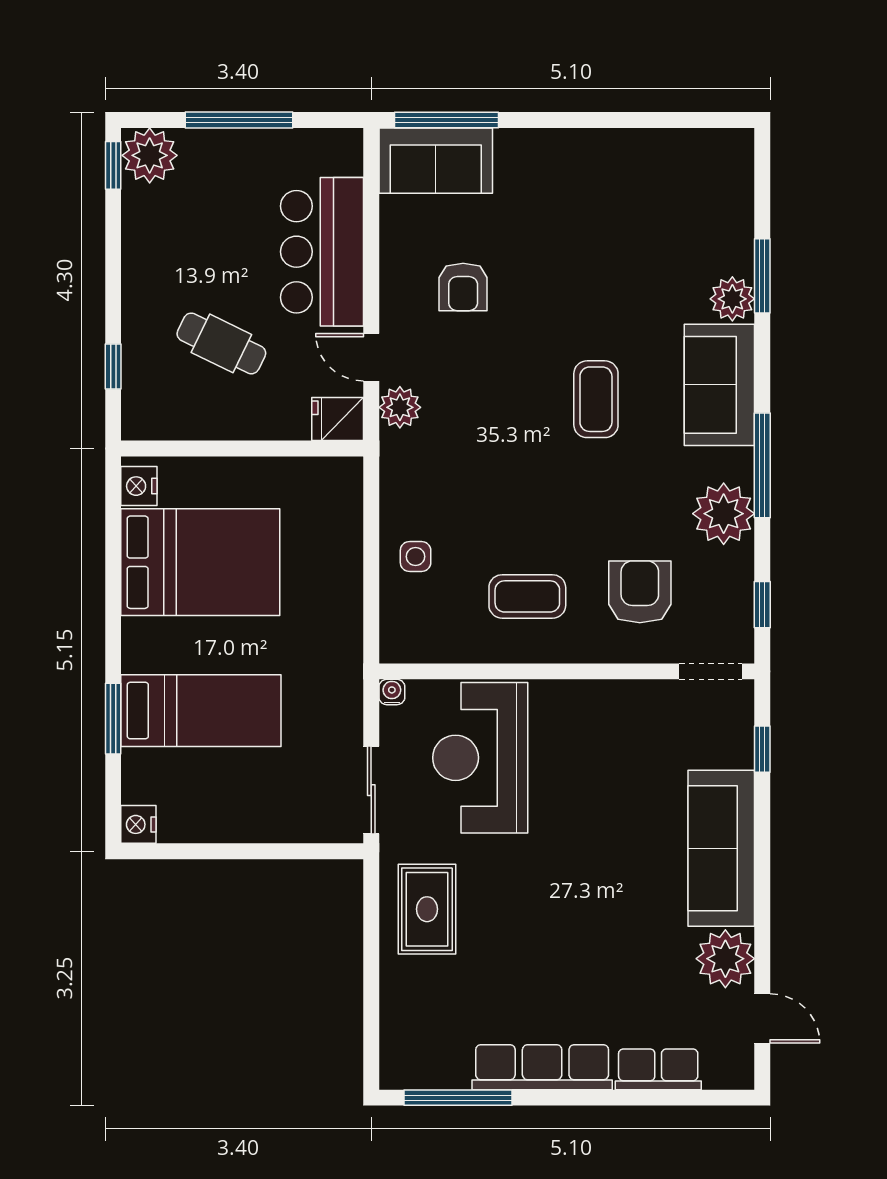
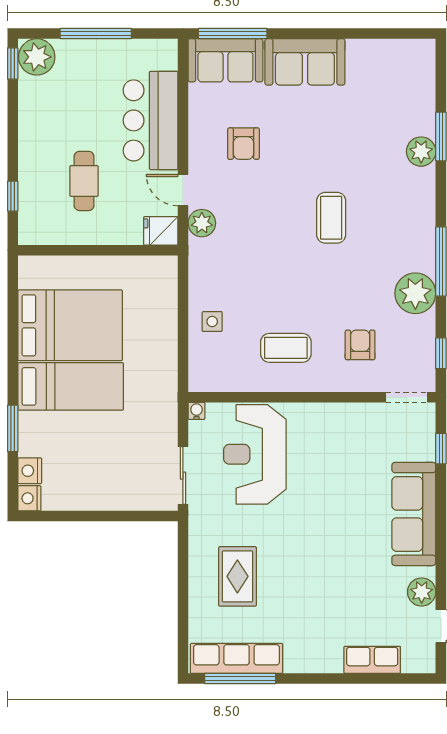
cafe table: (221, 343) -> (84, 181), turned 64
sofa: (719, 385) -> (305, 62), moved, turned -90
nightstand: (139, 486) -> (30, 471), moved
armchair: (640, 592) -> (360, 345), width x0.72, depth x0.72
bed: (201, 711) -> (71, 386), moved
rug: (427, 909) -> (237, 576), moved
plant: (725, 959) -> (422, 592), width x0.73, depth x0.73
row of seats: (542, 1067) -> (237, 658), moved

